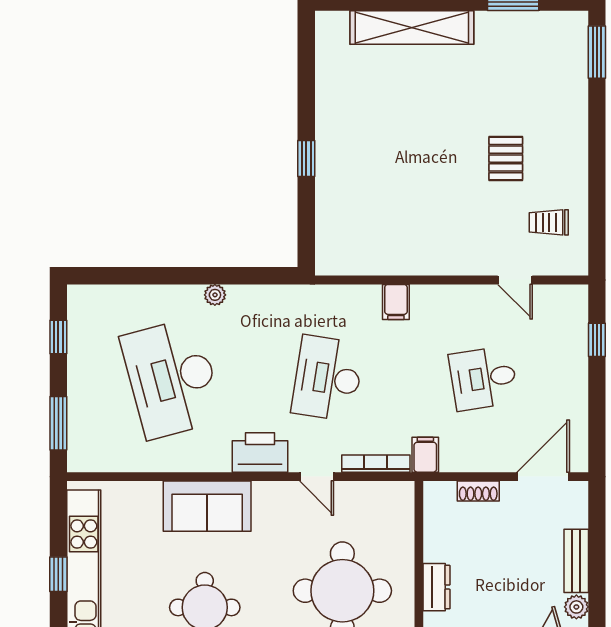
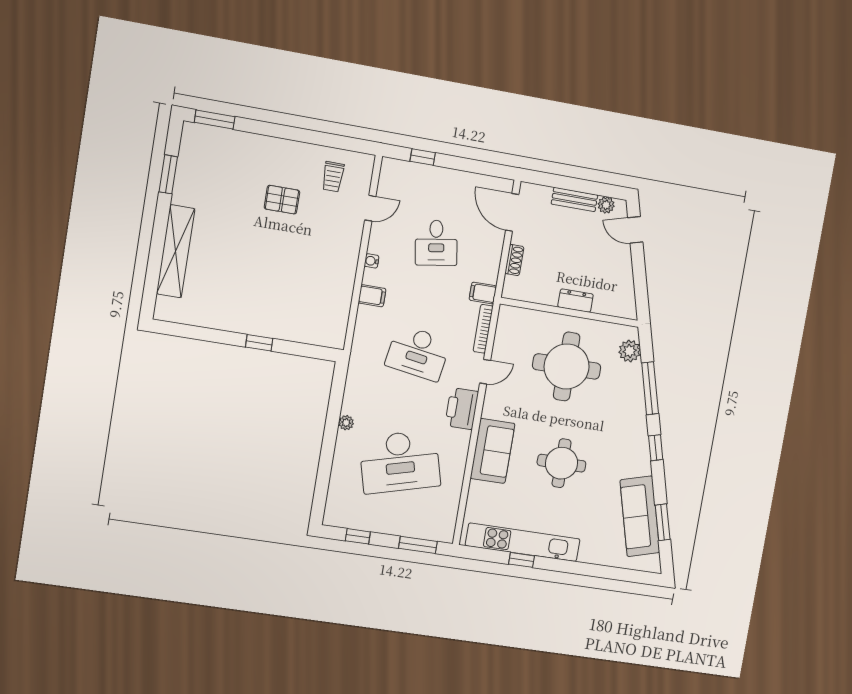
water cooler: (443, 293) -> (372, 261), added

